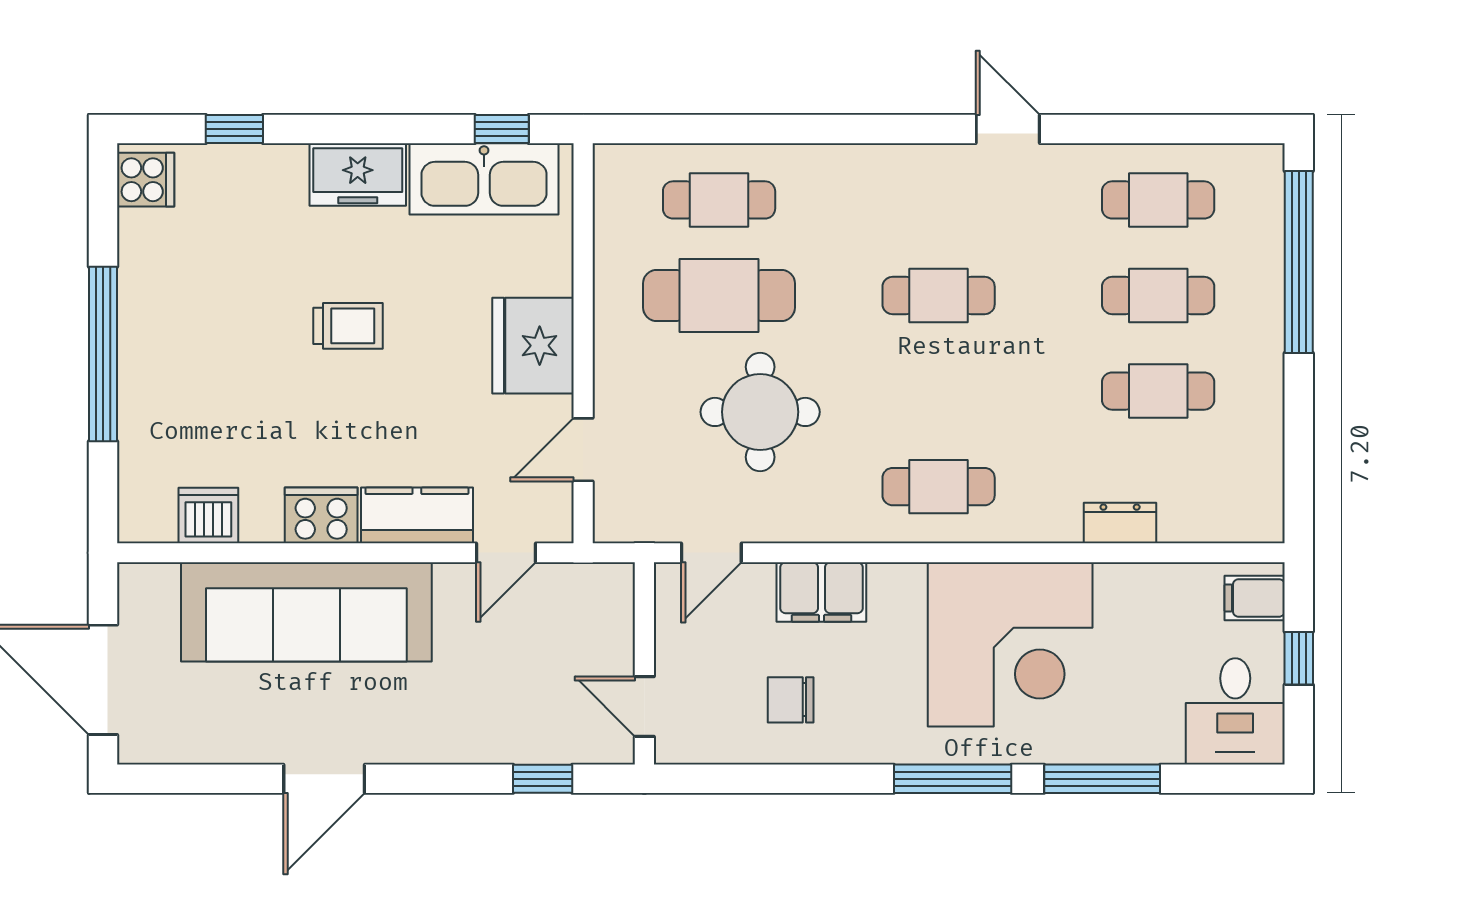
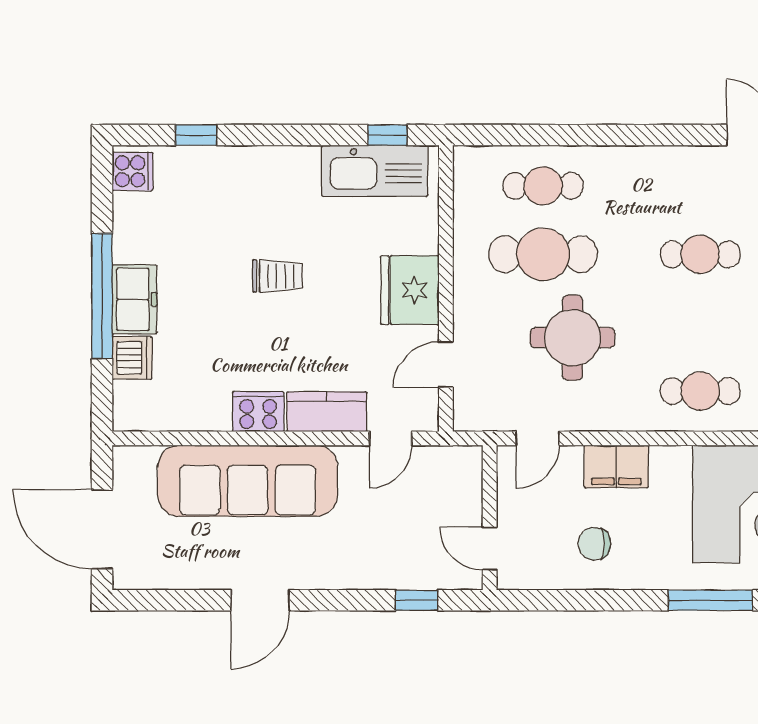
freezer: (358, 174) -> (135, 299), moved, turned -90
dishwasher: (208, 515) -> (132, 358), moved, turned 90

